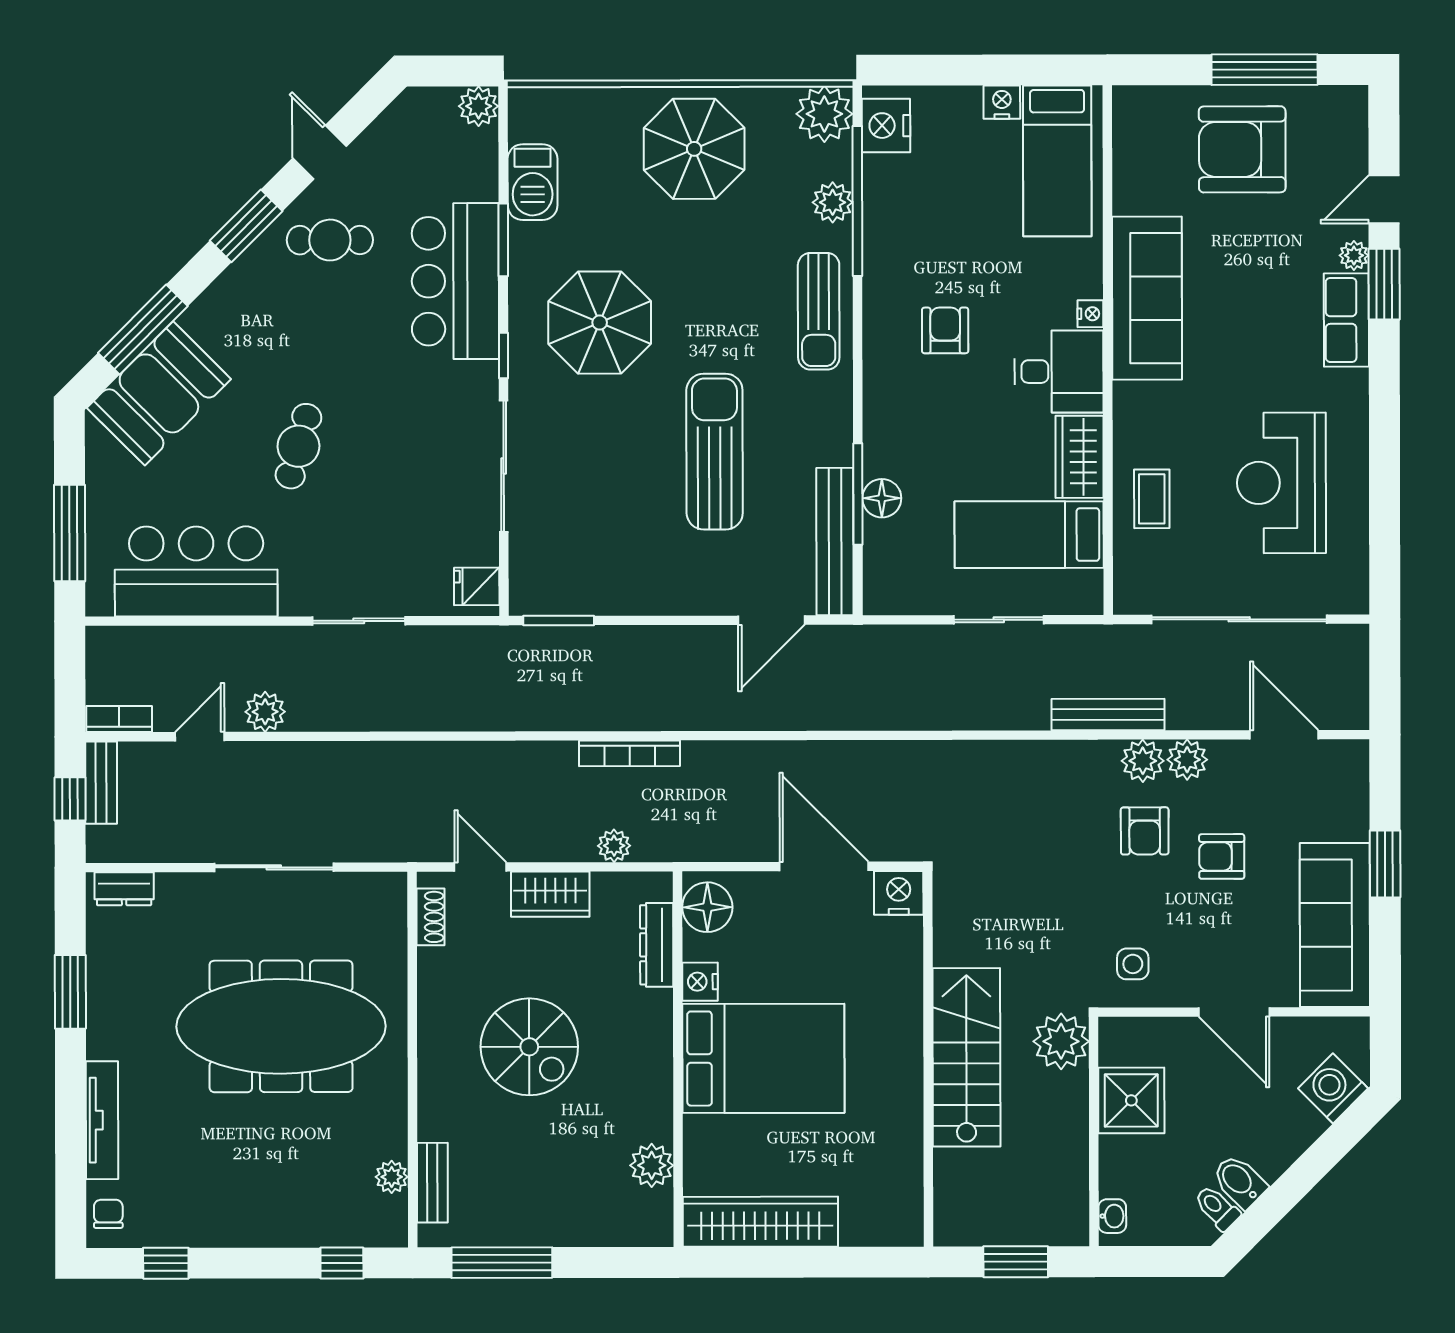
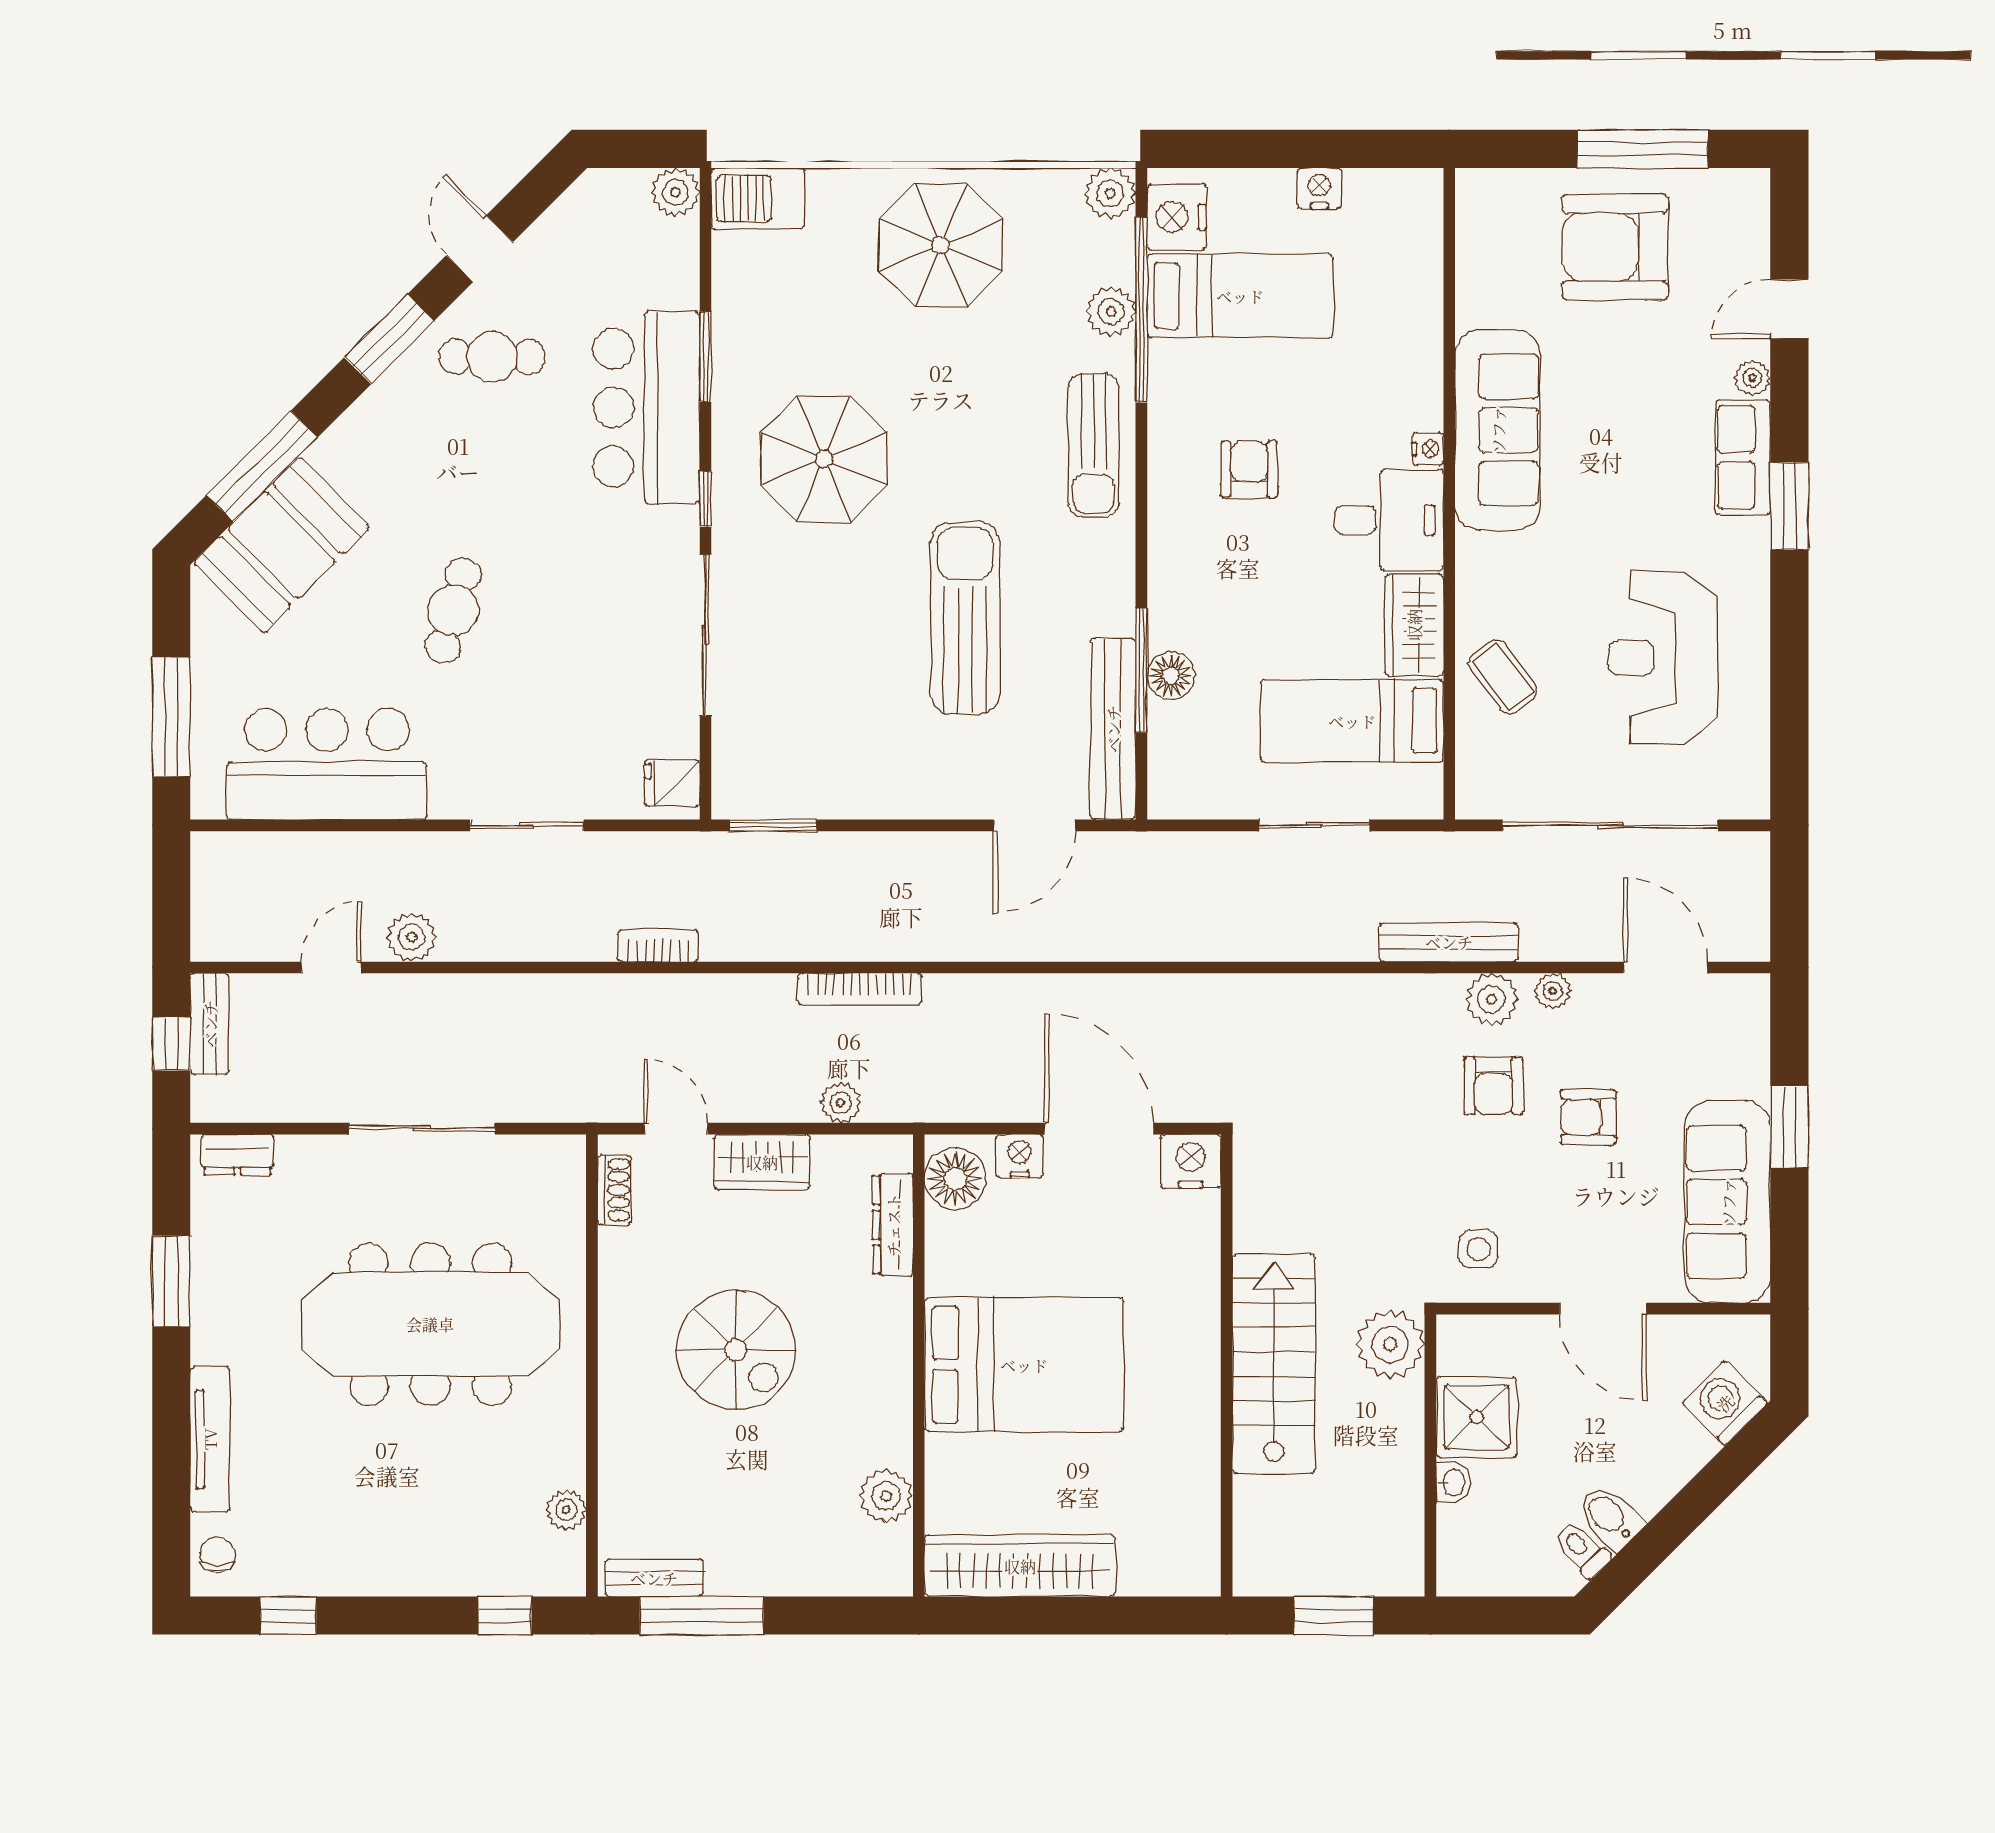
plant: (824, 114) -> (1110, 193), width x0.73, depth x0.73
bed: (1057, 161) -> (1240, 296), moved, turned -90
barbecue: (533, 182) -> (758, 198), moved, turned 90
window: (1384, 284) -> (1789, 506), moved
coffee table: (1152, 499) -> (1503, 677), turned -37
bookcase: (119, 719) -> (658, 946), moved
plant: (1187, 760) -> (1553, 991), width x0.73, depth x0.73
nightstand: (700, 982) -> (1020, 1156), moved, turned 90
bench: (432, 1183) -> (654, 1578), moved, turned 90
washbasin: (1112, 1216) -> (1453, 1482), moved

